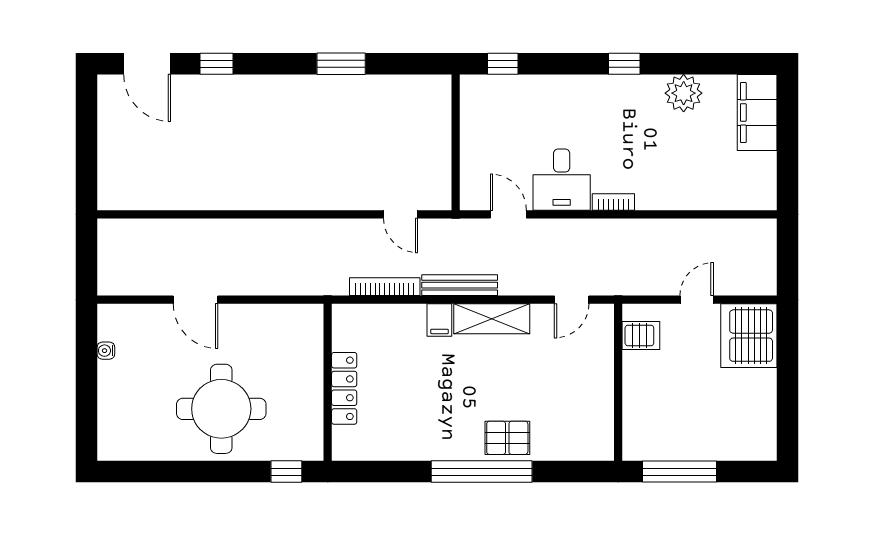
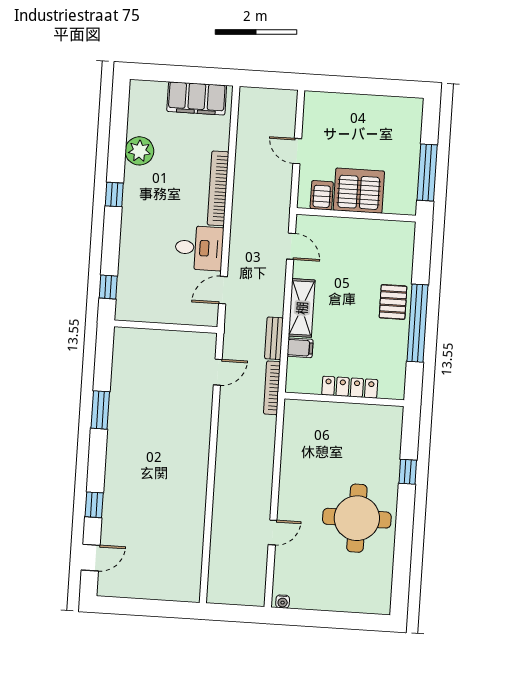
door: (147, 64) -> (91, 558), width x0.73
filing cabinet: (757, 112) -> (197, 98), moved
bookcase: (613, 202) -> (218, 188), width x2.31, depth x1.31
bench: (460, 285) -> (274, 338), width x0.73
door: (195, 300) -> (273, 532), width x0.73
server rack: (749, 336) -> (359, 191), moved, turned 180
water cooler: (106, 351) -> (283, 602), moved
wall: (328, 382) -> (344, 399), moved
locker: (344, 388) -> (350, 387), moved

